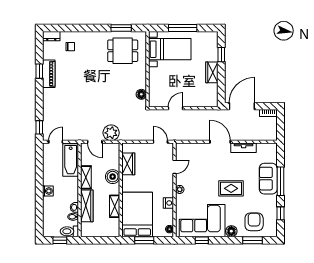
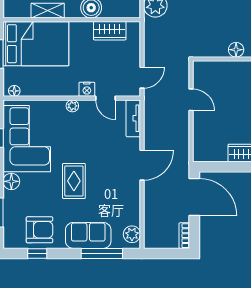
floor lamp: (141, 94) -> (236, 50), moved
tv unit: (244, 148) -> (133, 118), moved
plant: (267, 149) -> (132, 234), added
window: (281, 181) -> (102, 253), moved
nightstand: (168, 203) -> (87, 89), moved
armchair: (254, 222) -> (39, 230), moved

